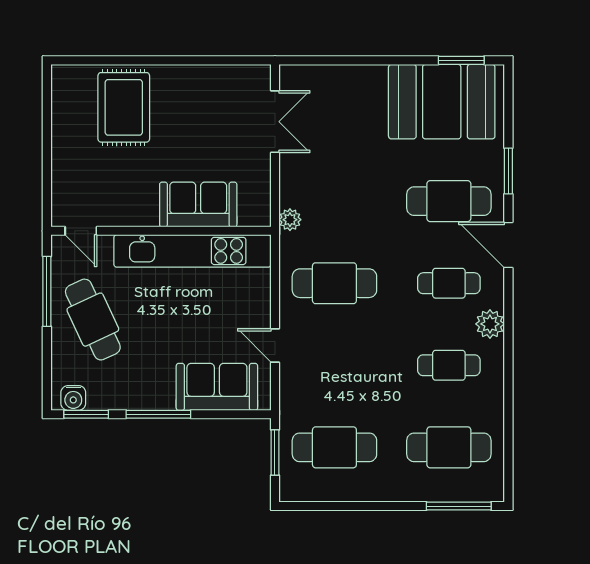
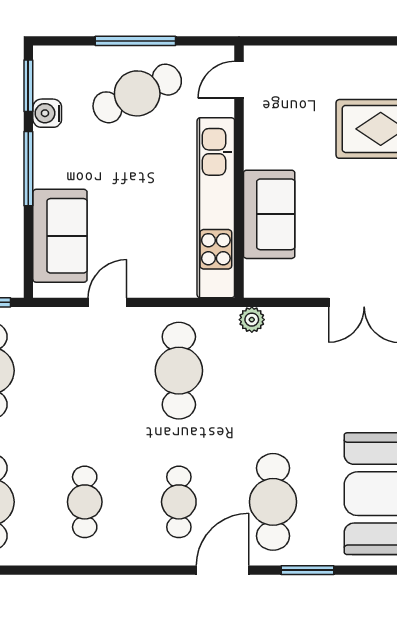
window: (47, 291) -> (135, 41), moved
plant: (490, 324) -> (132, 549), removed
water cooler: (73, 398) -> (47, 113), moved

